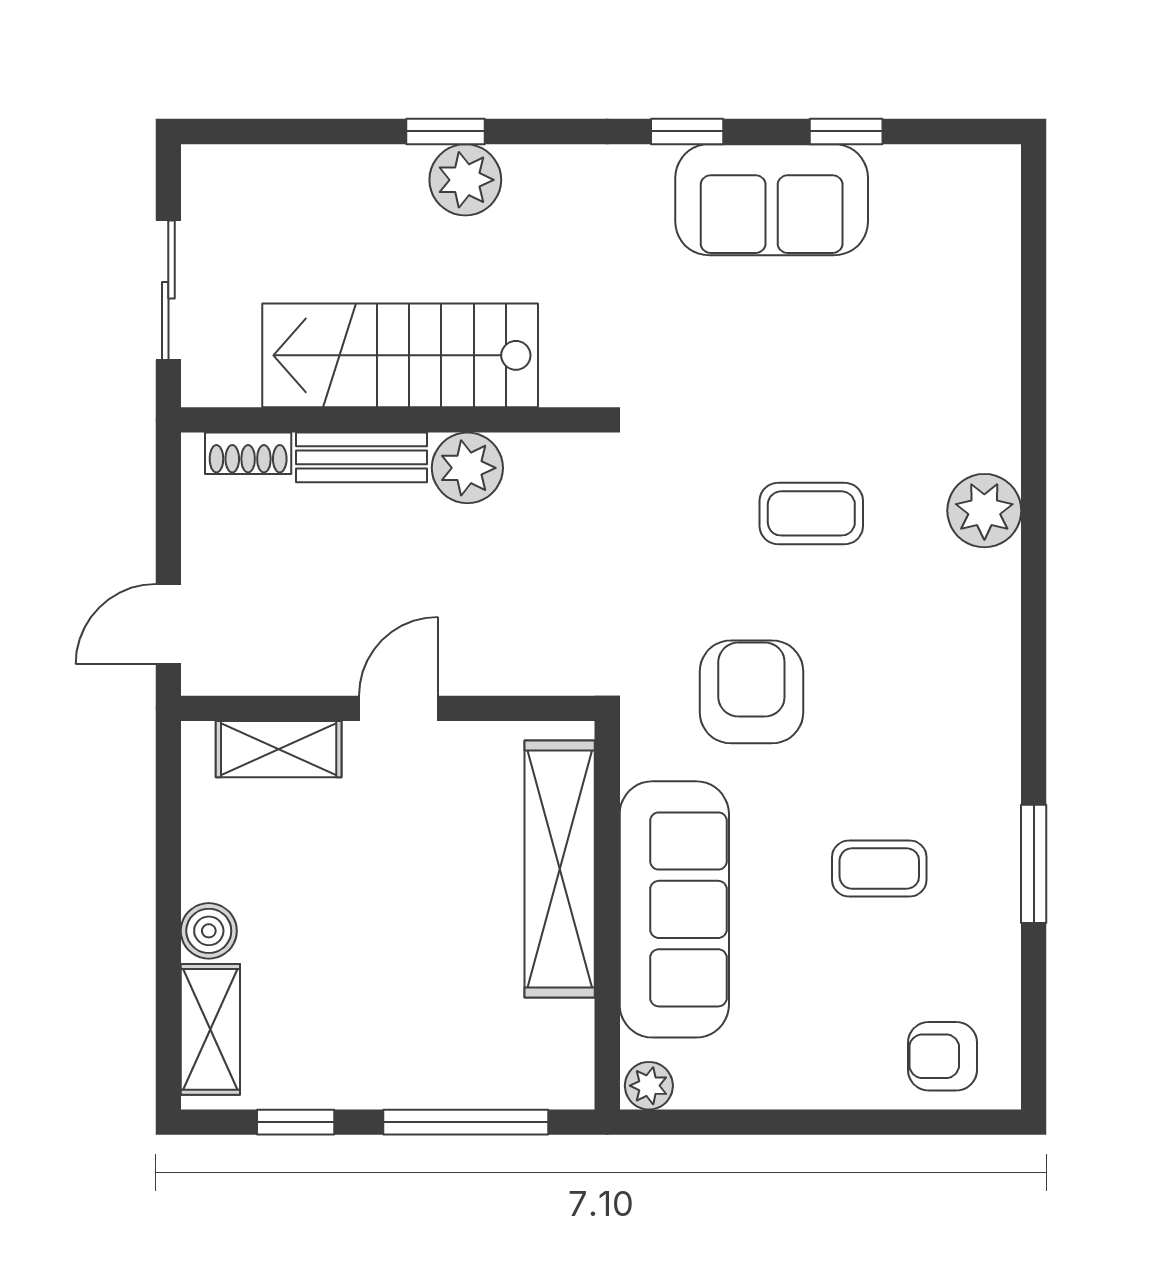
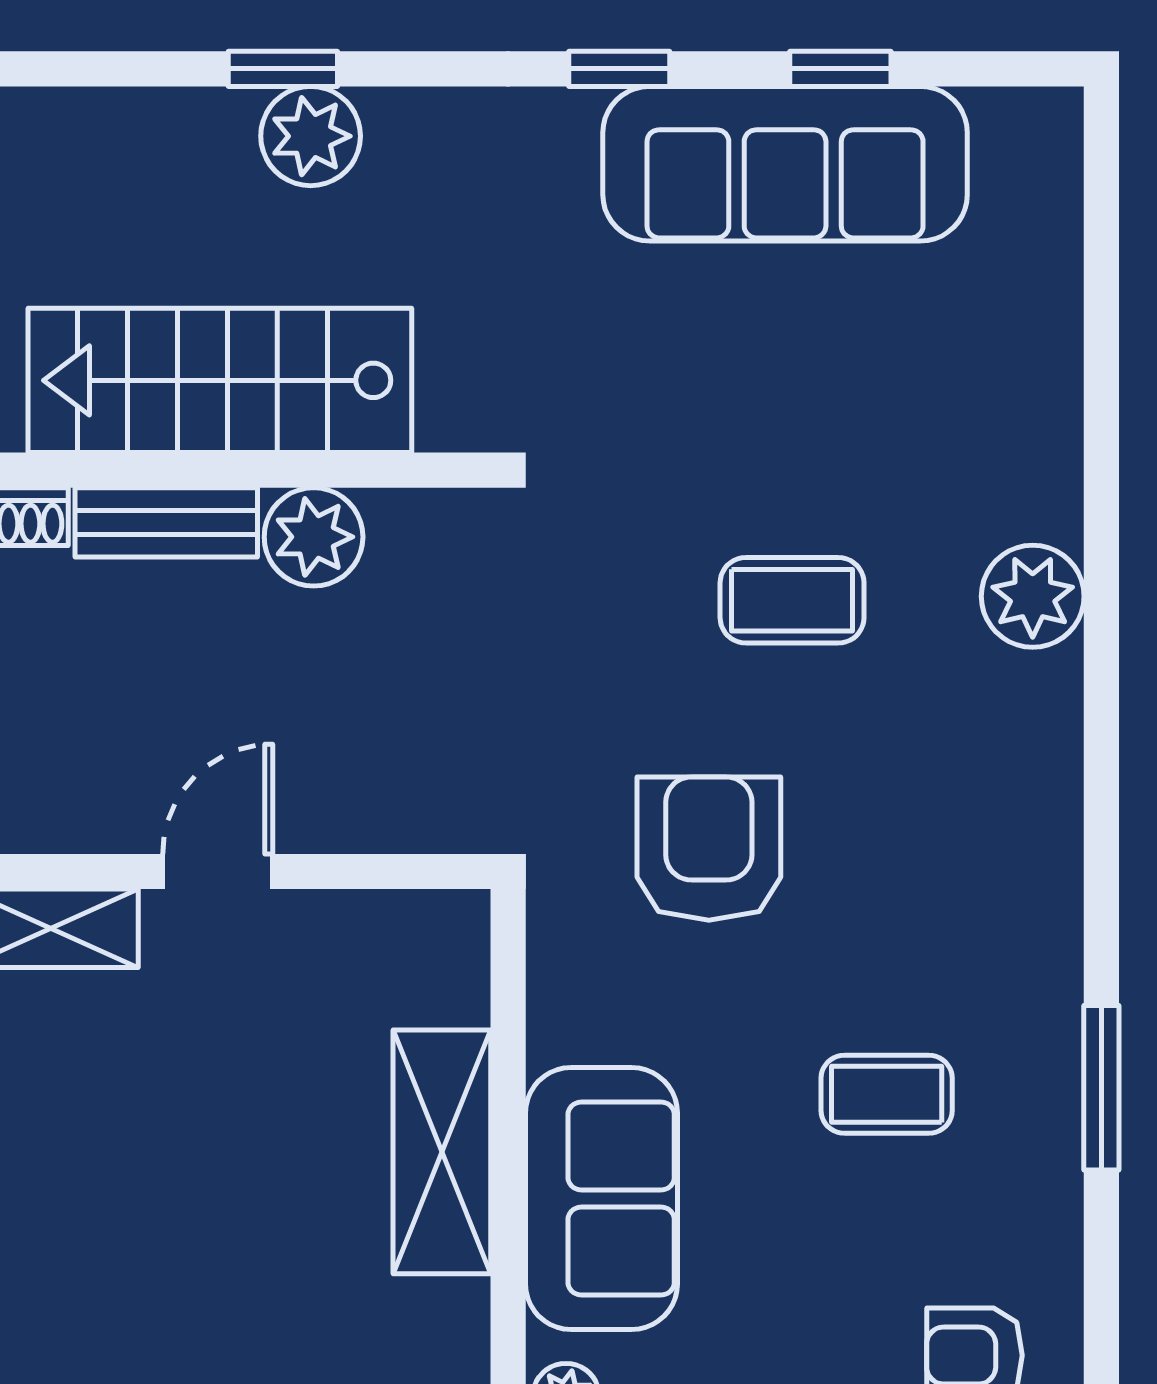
sofa: (772, 200) -> (785, 164), width x1.36
shelving: (560, 869) -> (442, 1152), width x0.68
sofa: (674, 909) -> (601, 1199), width x0.73

